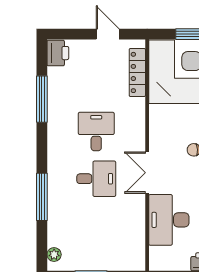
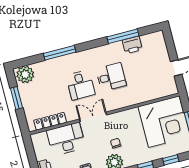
printer: (58, 53) -> (132, 45), moved
locker: (137, 72) -> (50, 121), moved
plant: (54, 255) -> (25, 74), width x1.87, depth x1.87

